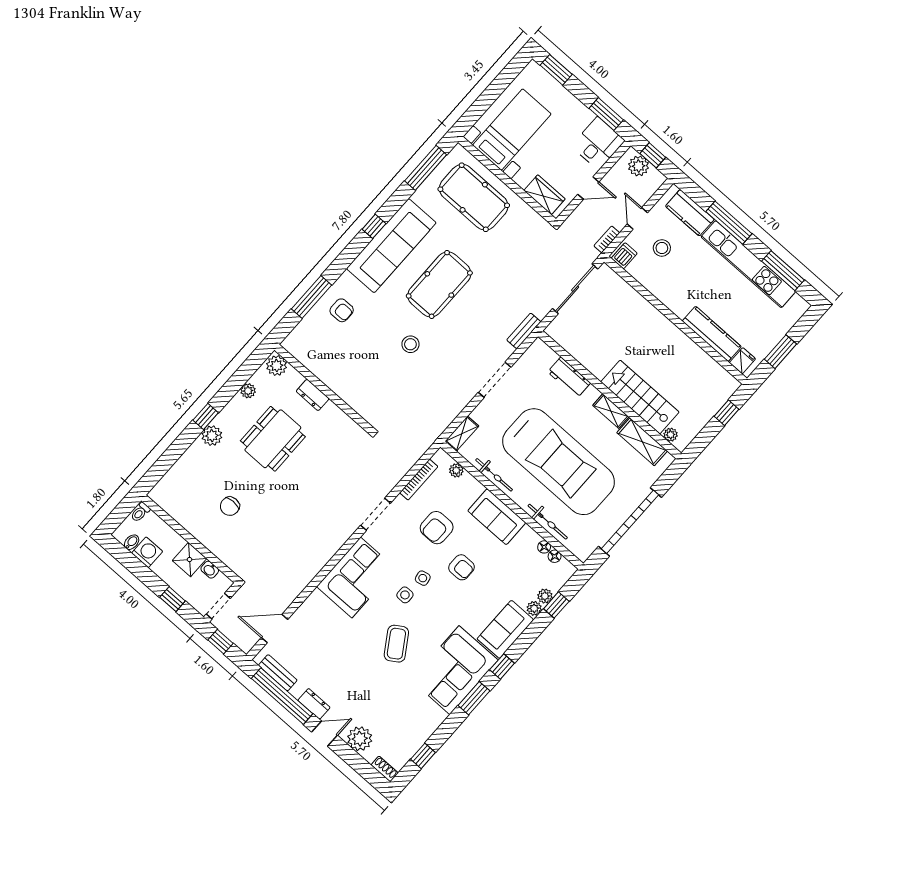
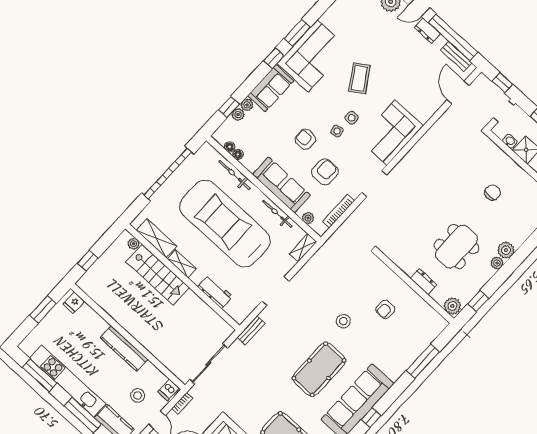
armchair: (342, 310) -> (385, 309), moved, turned -90
kitchen counter: (712, 334) -> (124, 349), moved
plant: (248, 391) -> (497, 263), moved
window: (206, 416) -> (478, 301), moved
sofa: (497, 517) -> (281, 185), width x1.36
door: (275, 629) -> (458, 92), swing flipped

